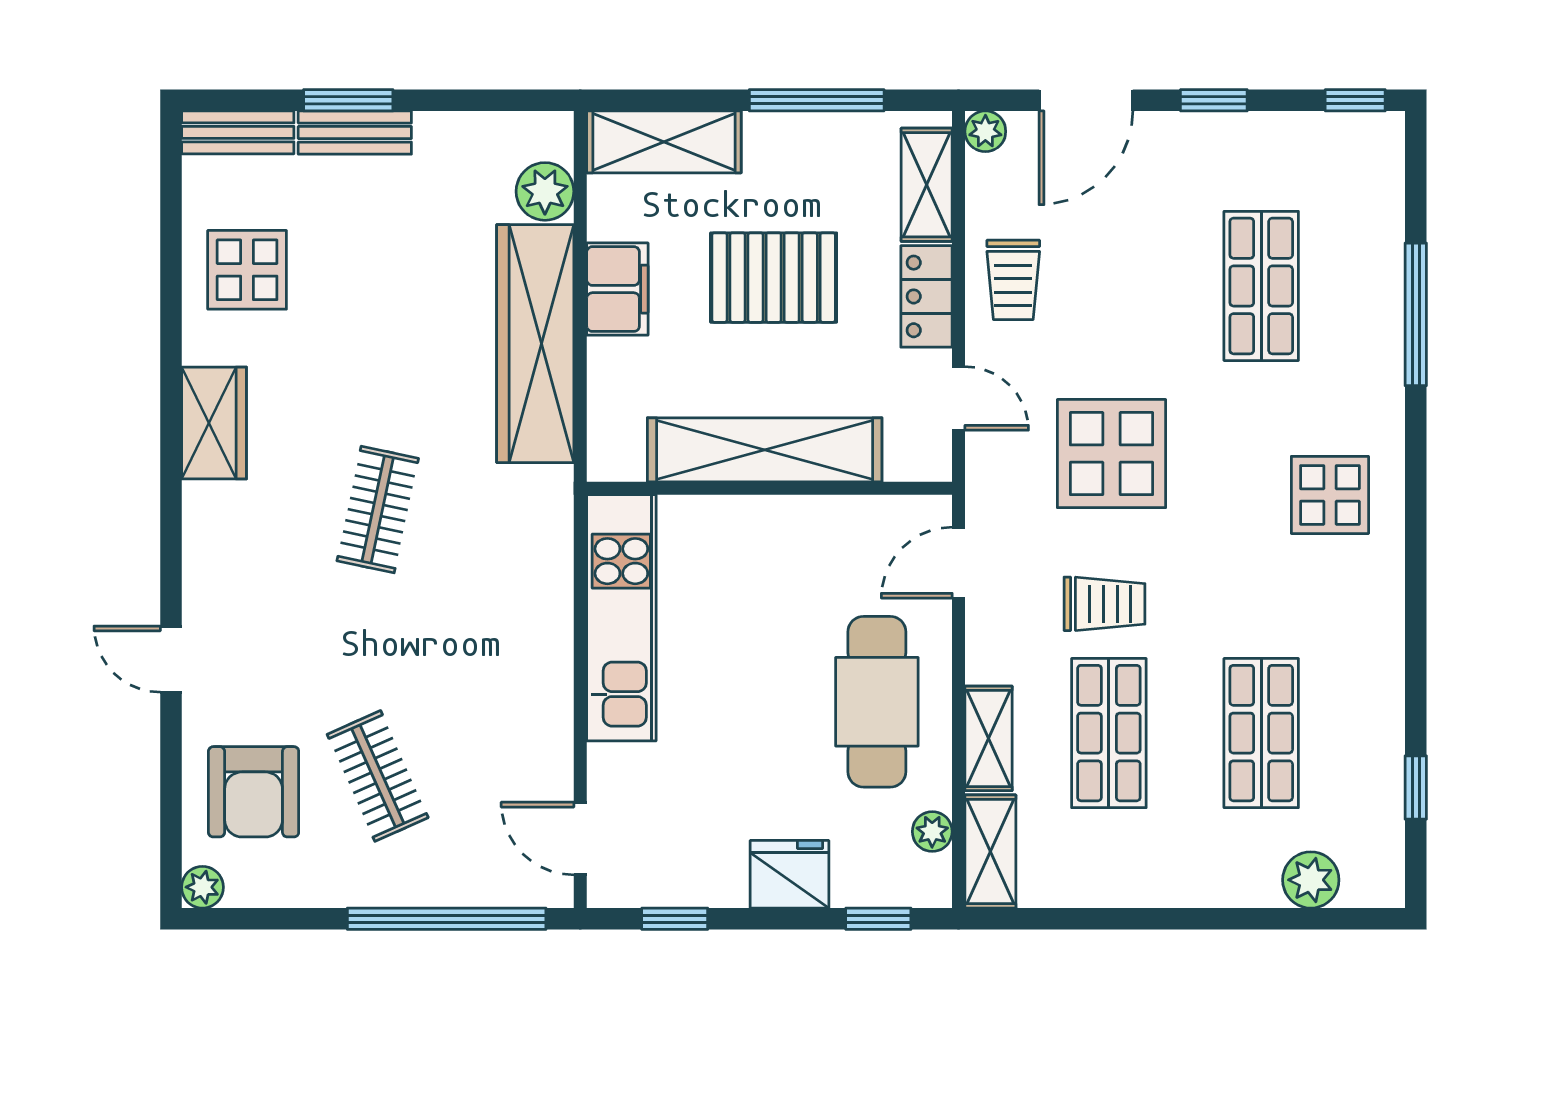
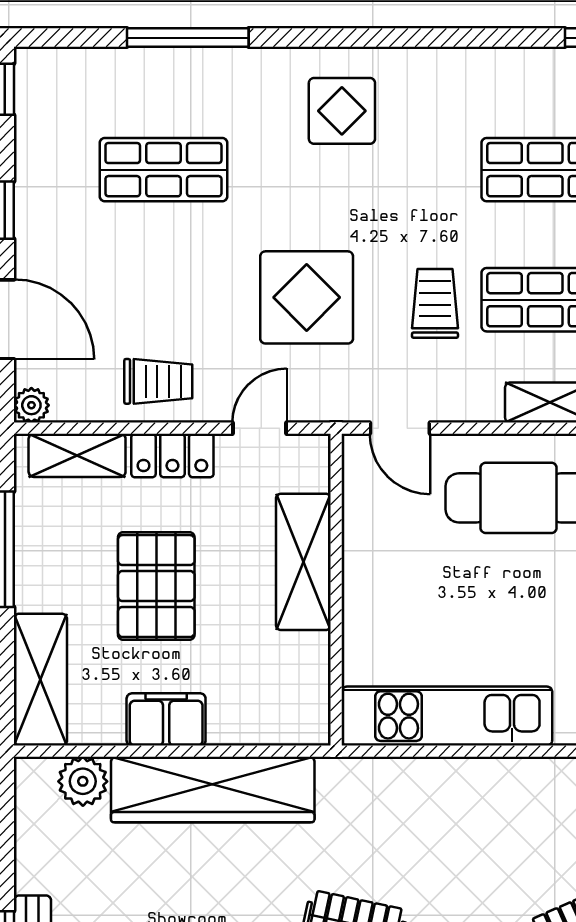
shelving: (765, 450) -> (303, 562), width x0.68

